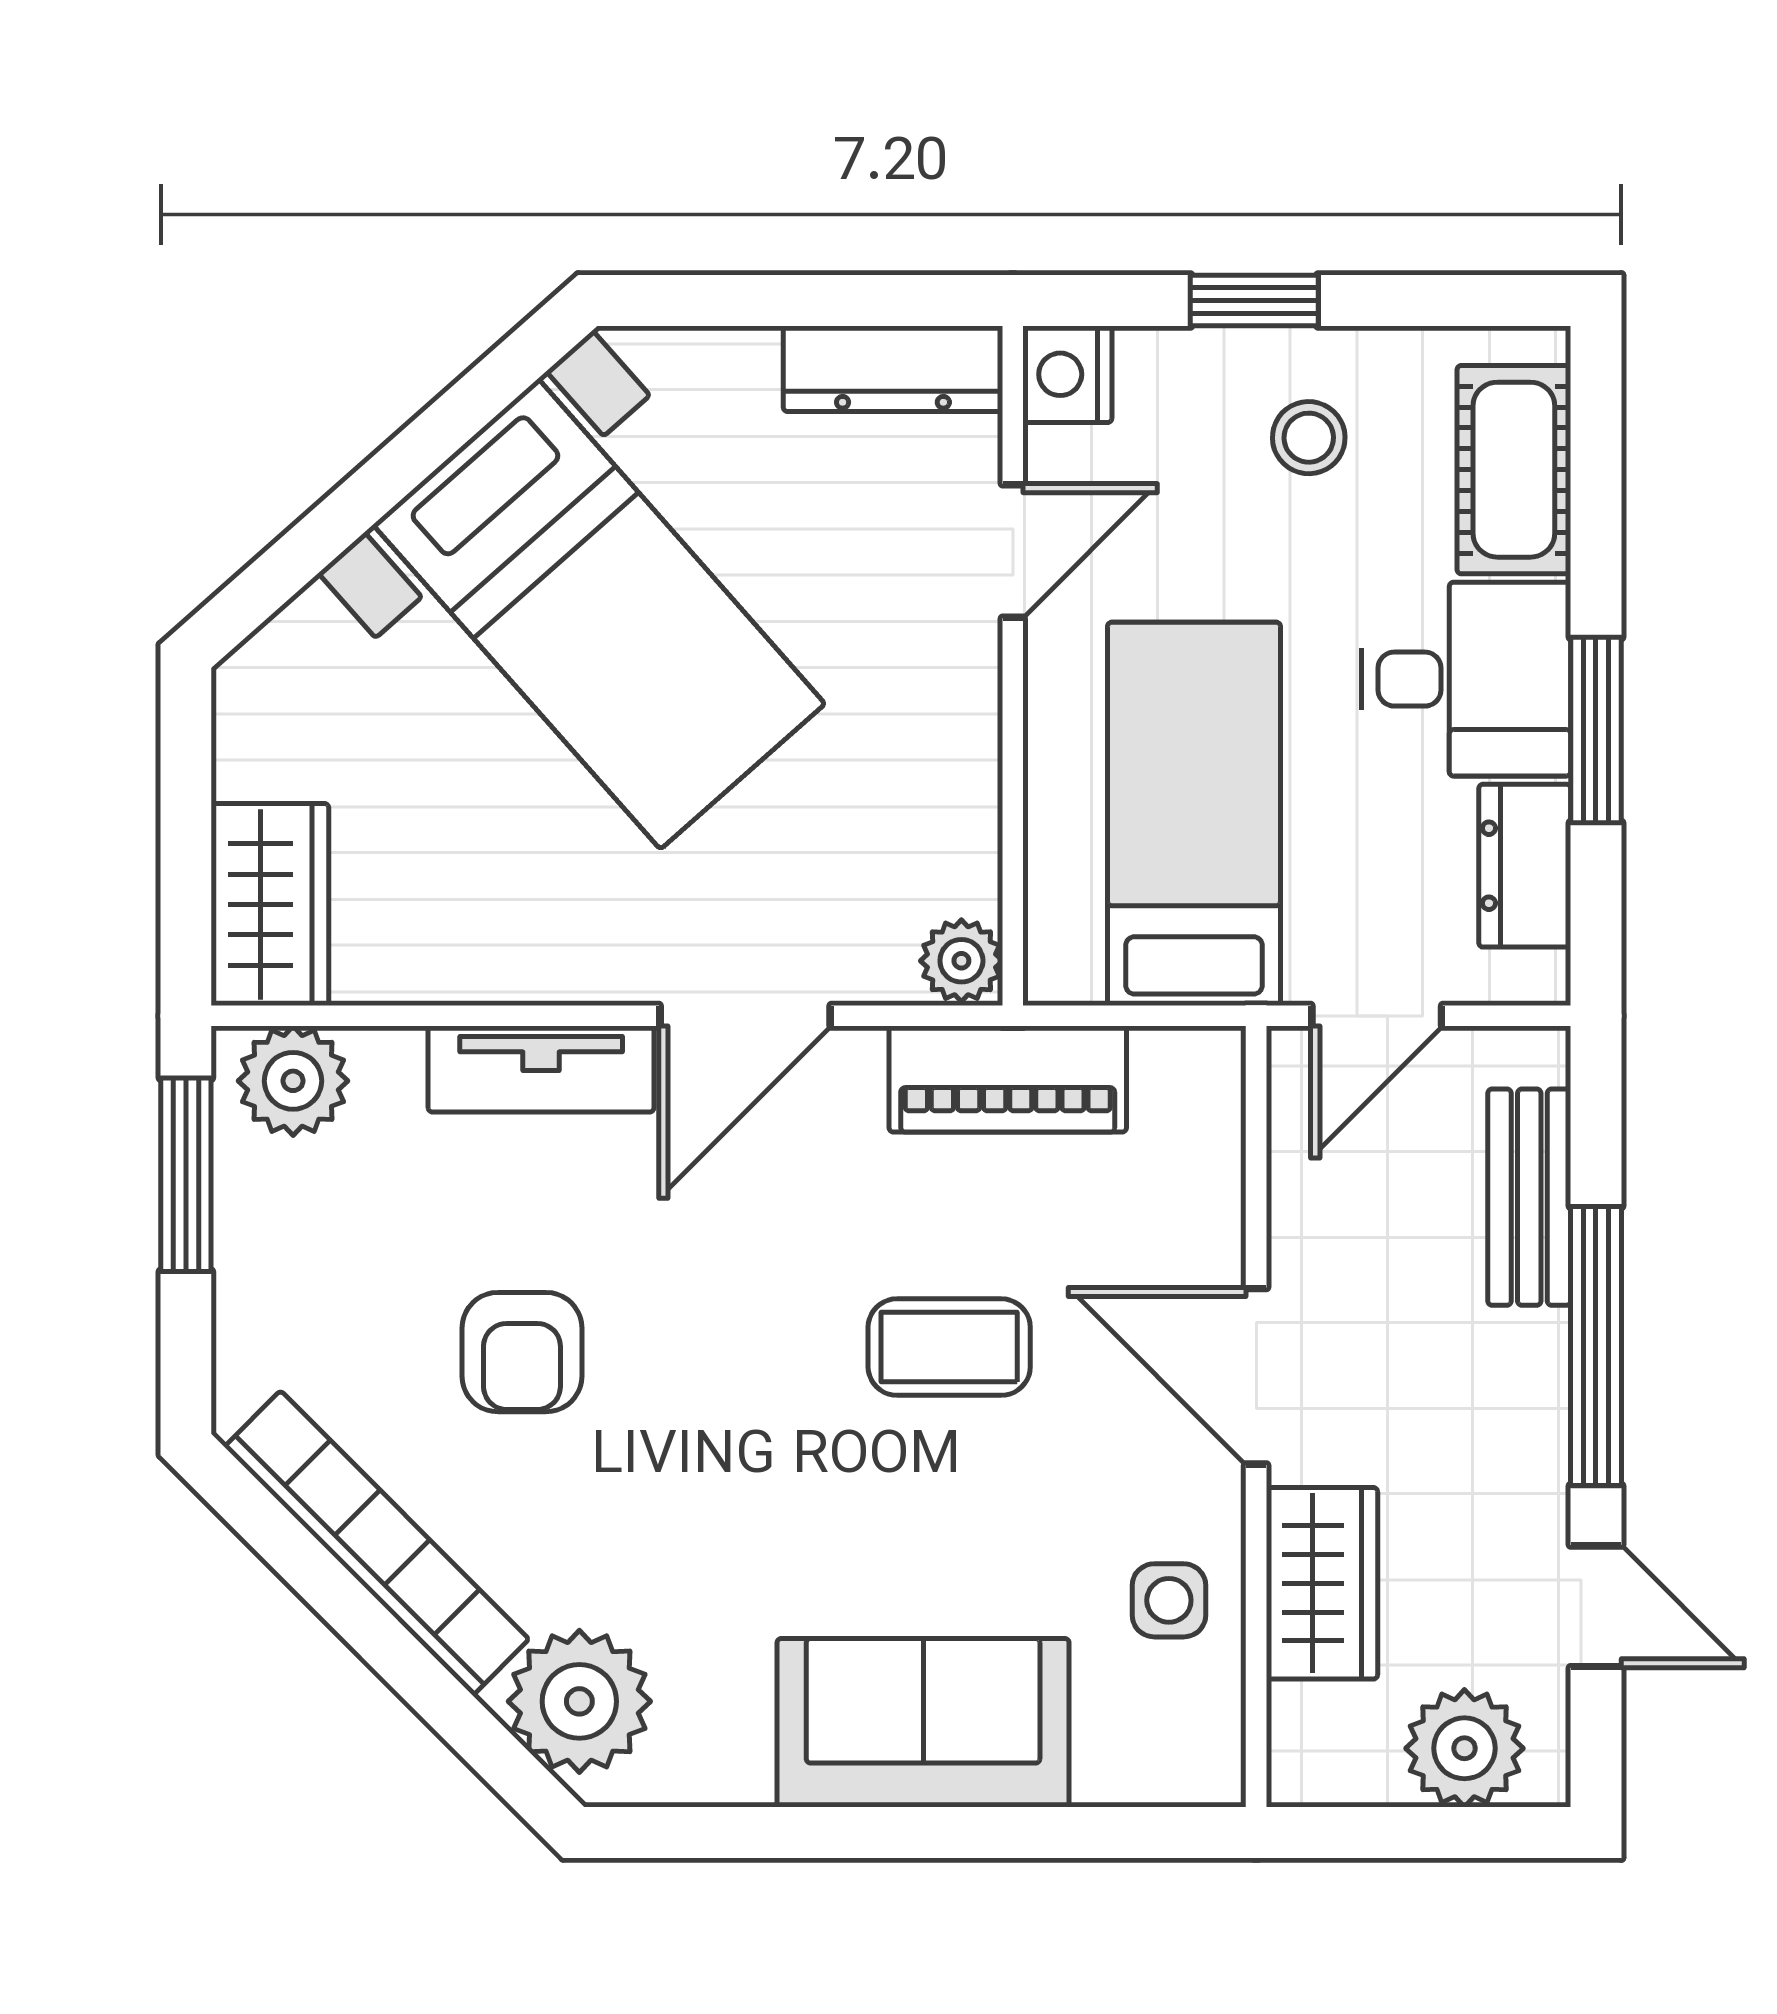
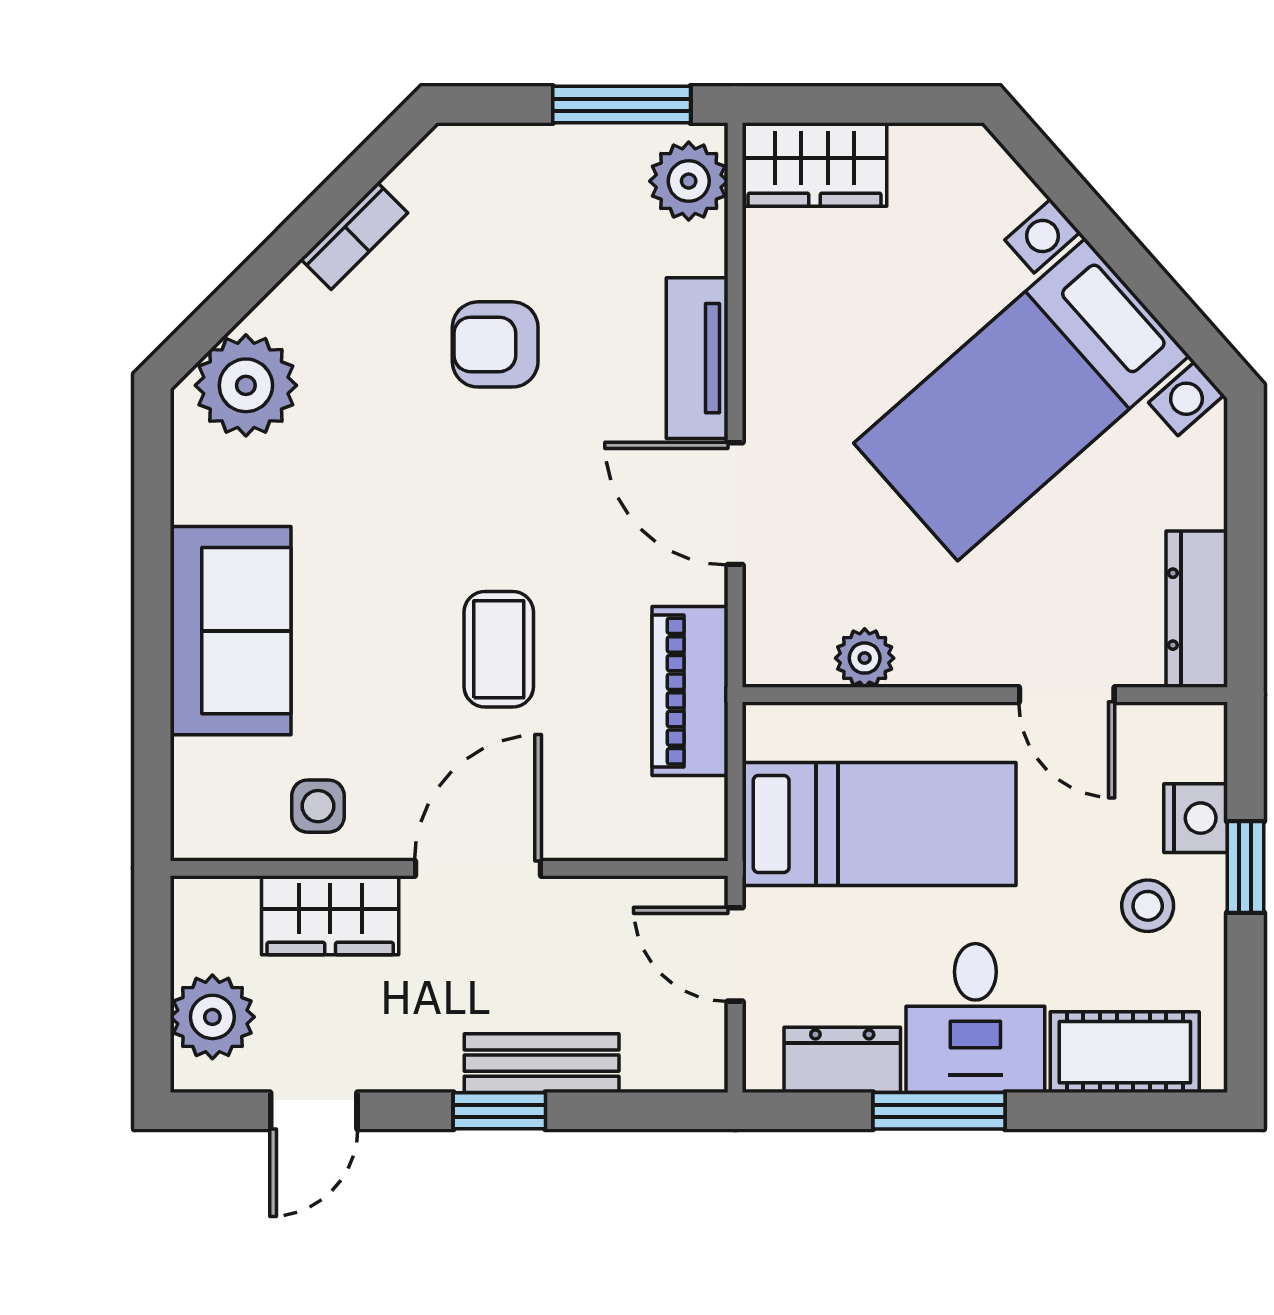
nightstand: (1067, 374) -> (1196, 818), moved, turned 90
plant: (961, 961) -> (865, 658), moved
bench: (1529, 1197) -> (542, 1063), moved
window: (1596, 1346) -> (499, 1111), width x0.46
bookcase: (377, 1543) -> (354, 236), width x0.43, depth x0.76

